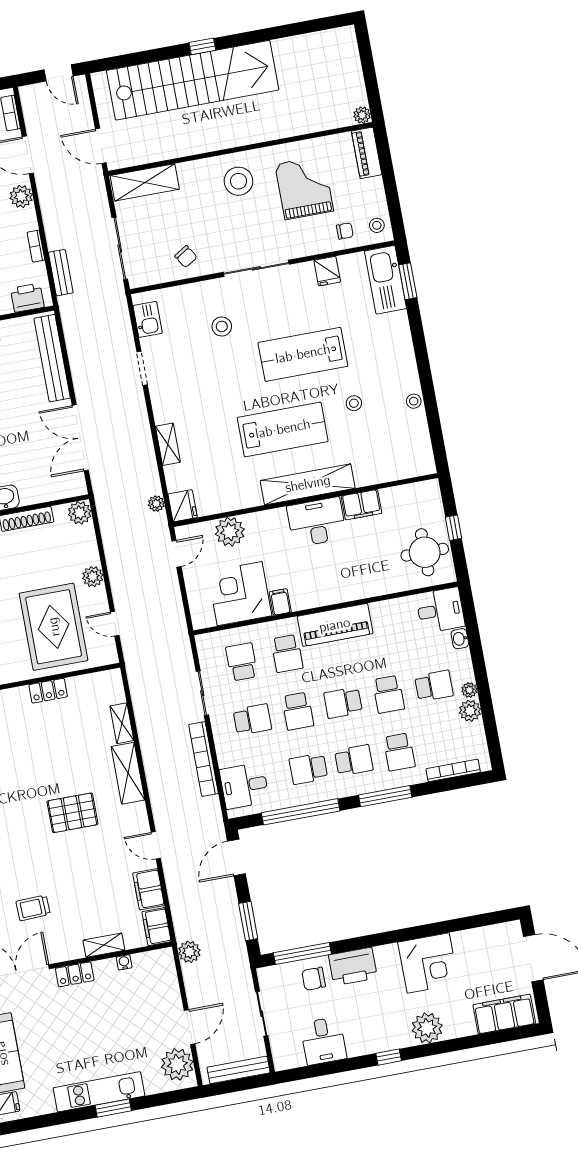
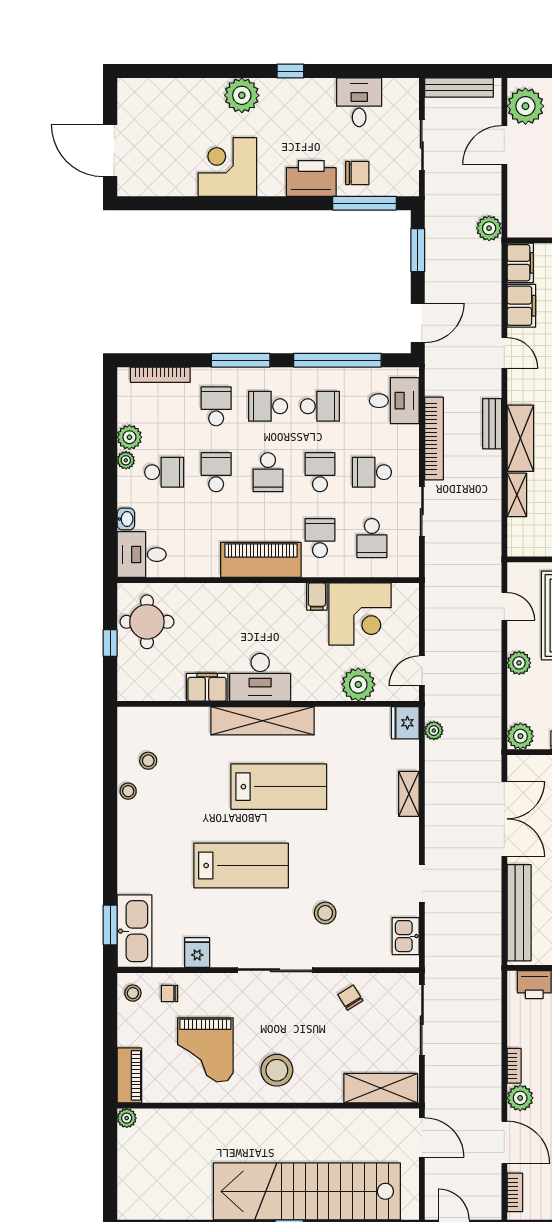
bookcase: (36, 246) -> (514, 1066), moved
bench: (61, 273) -> (492, 424), moved
stool: (354, 403) -> (148, 761), moved
lab bench: (283, 429) -> (279, 787), turned 180
school desk: (434, 686) -> (164, 472), turned 180
school desk: (343, 703) -> (268, 472), turned 90
filing cabinet: (504, 1014) -> (154, 95), removed

